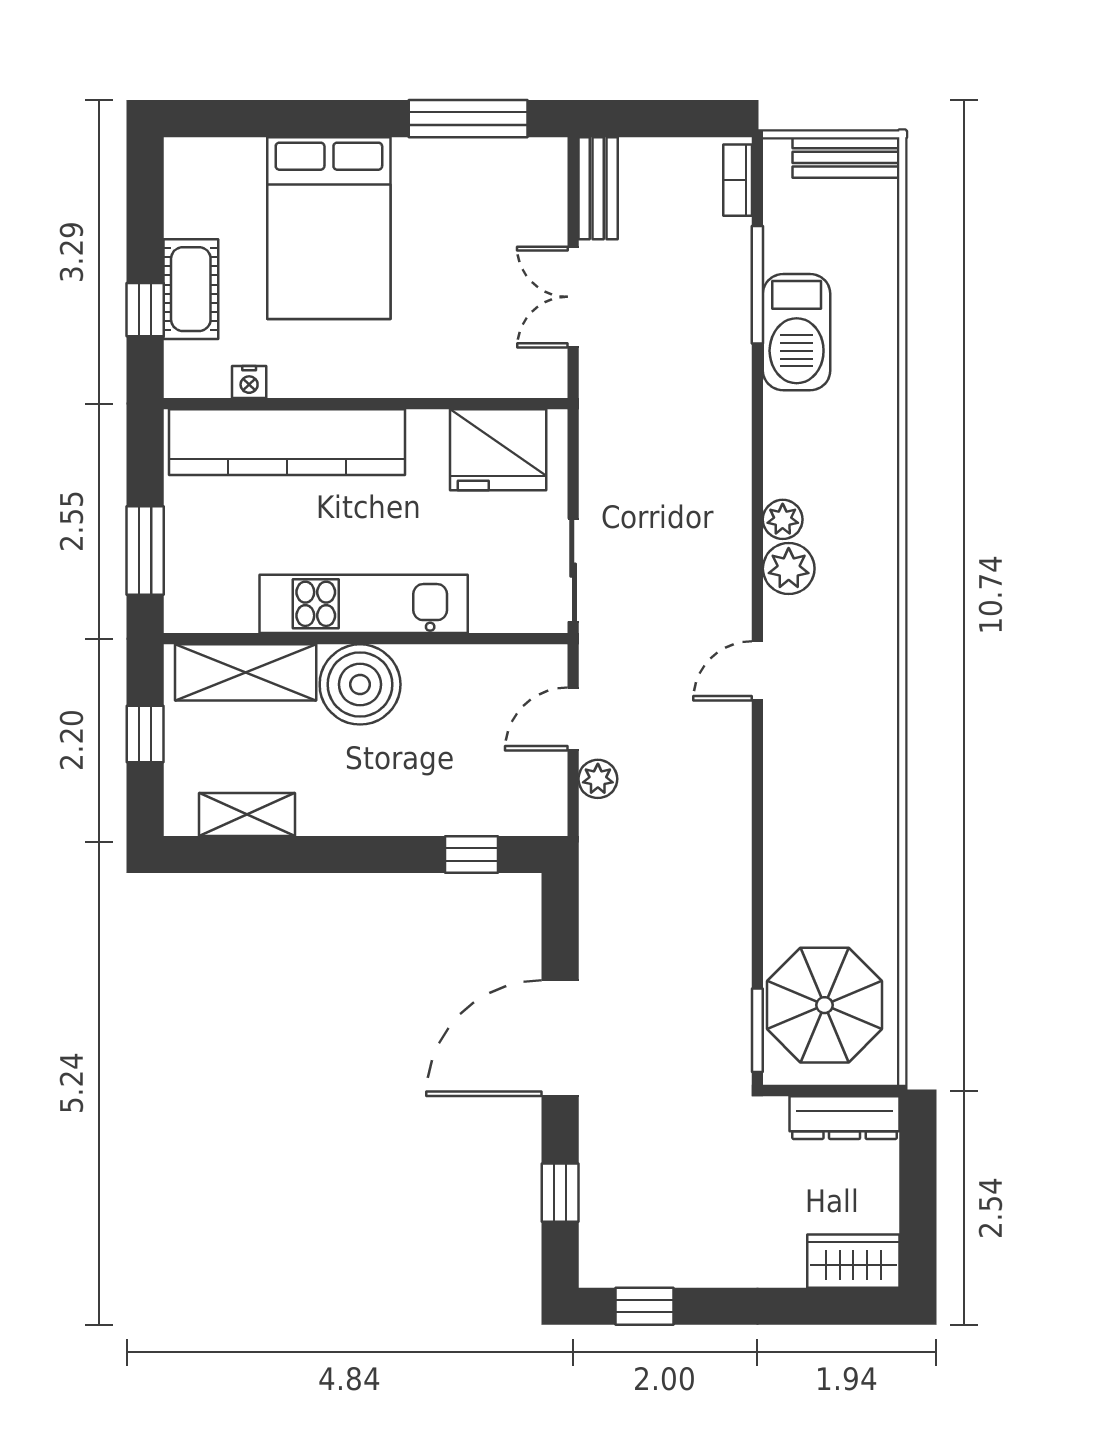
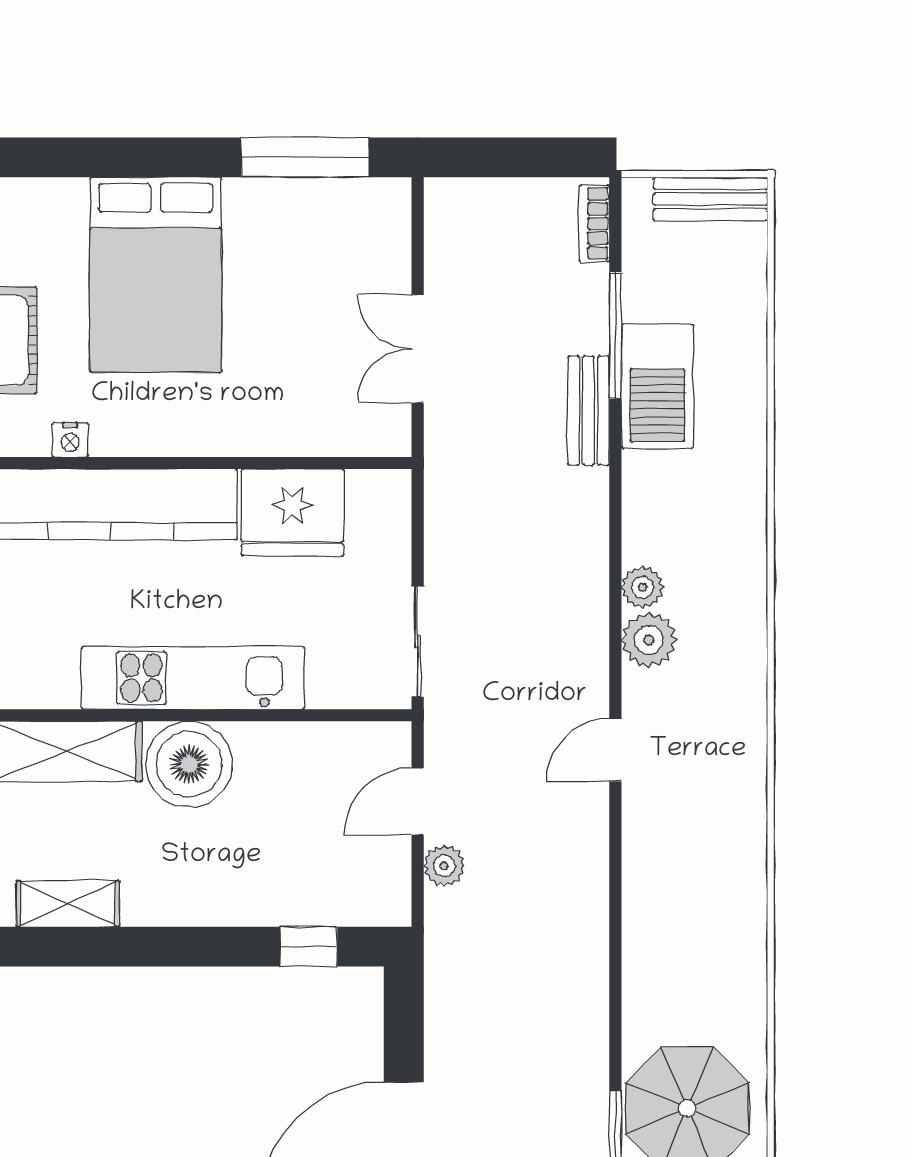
bench: (598, 188) -> (589, 411), moved
fridge: (498, 450) -> (293, 512), moved

